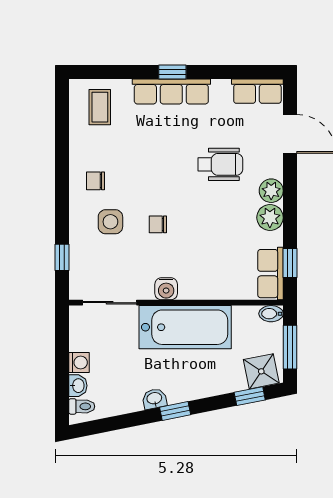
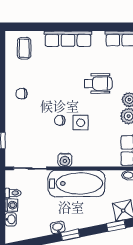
window: (172, 72) -> (69, 27), removed
side table: (110, 222) -> (81, 123), moved
toilet: (82, 406) -> (13, 193), moved

